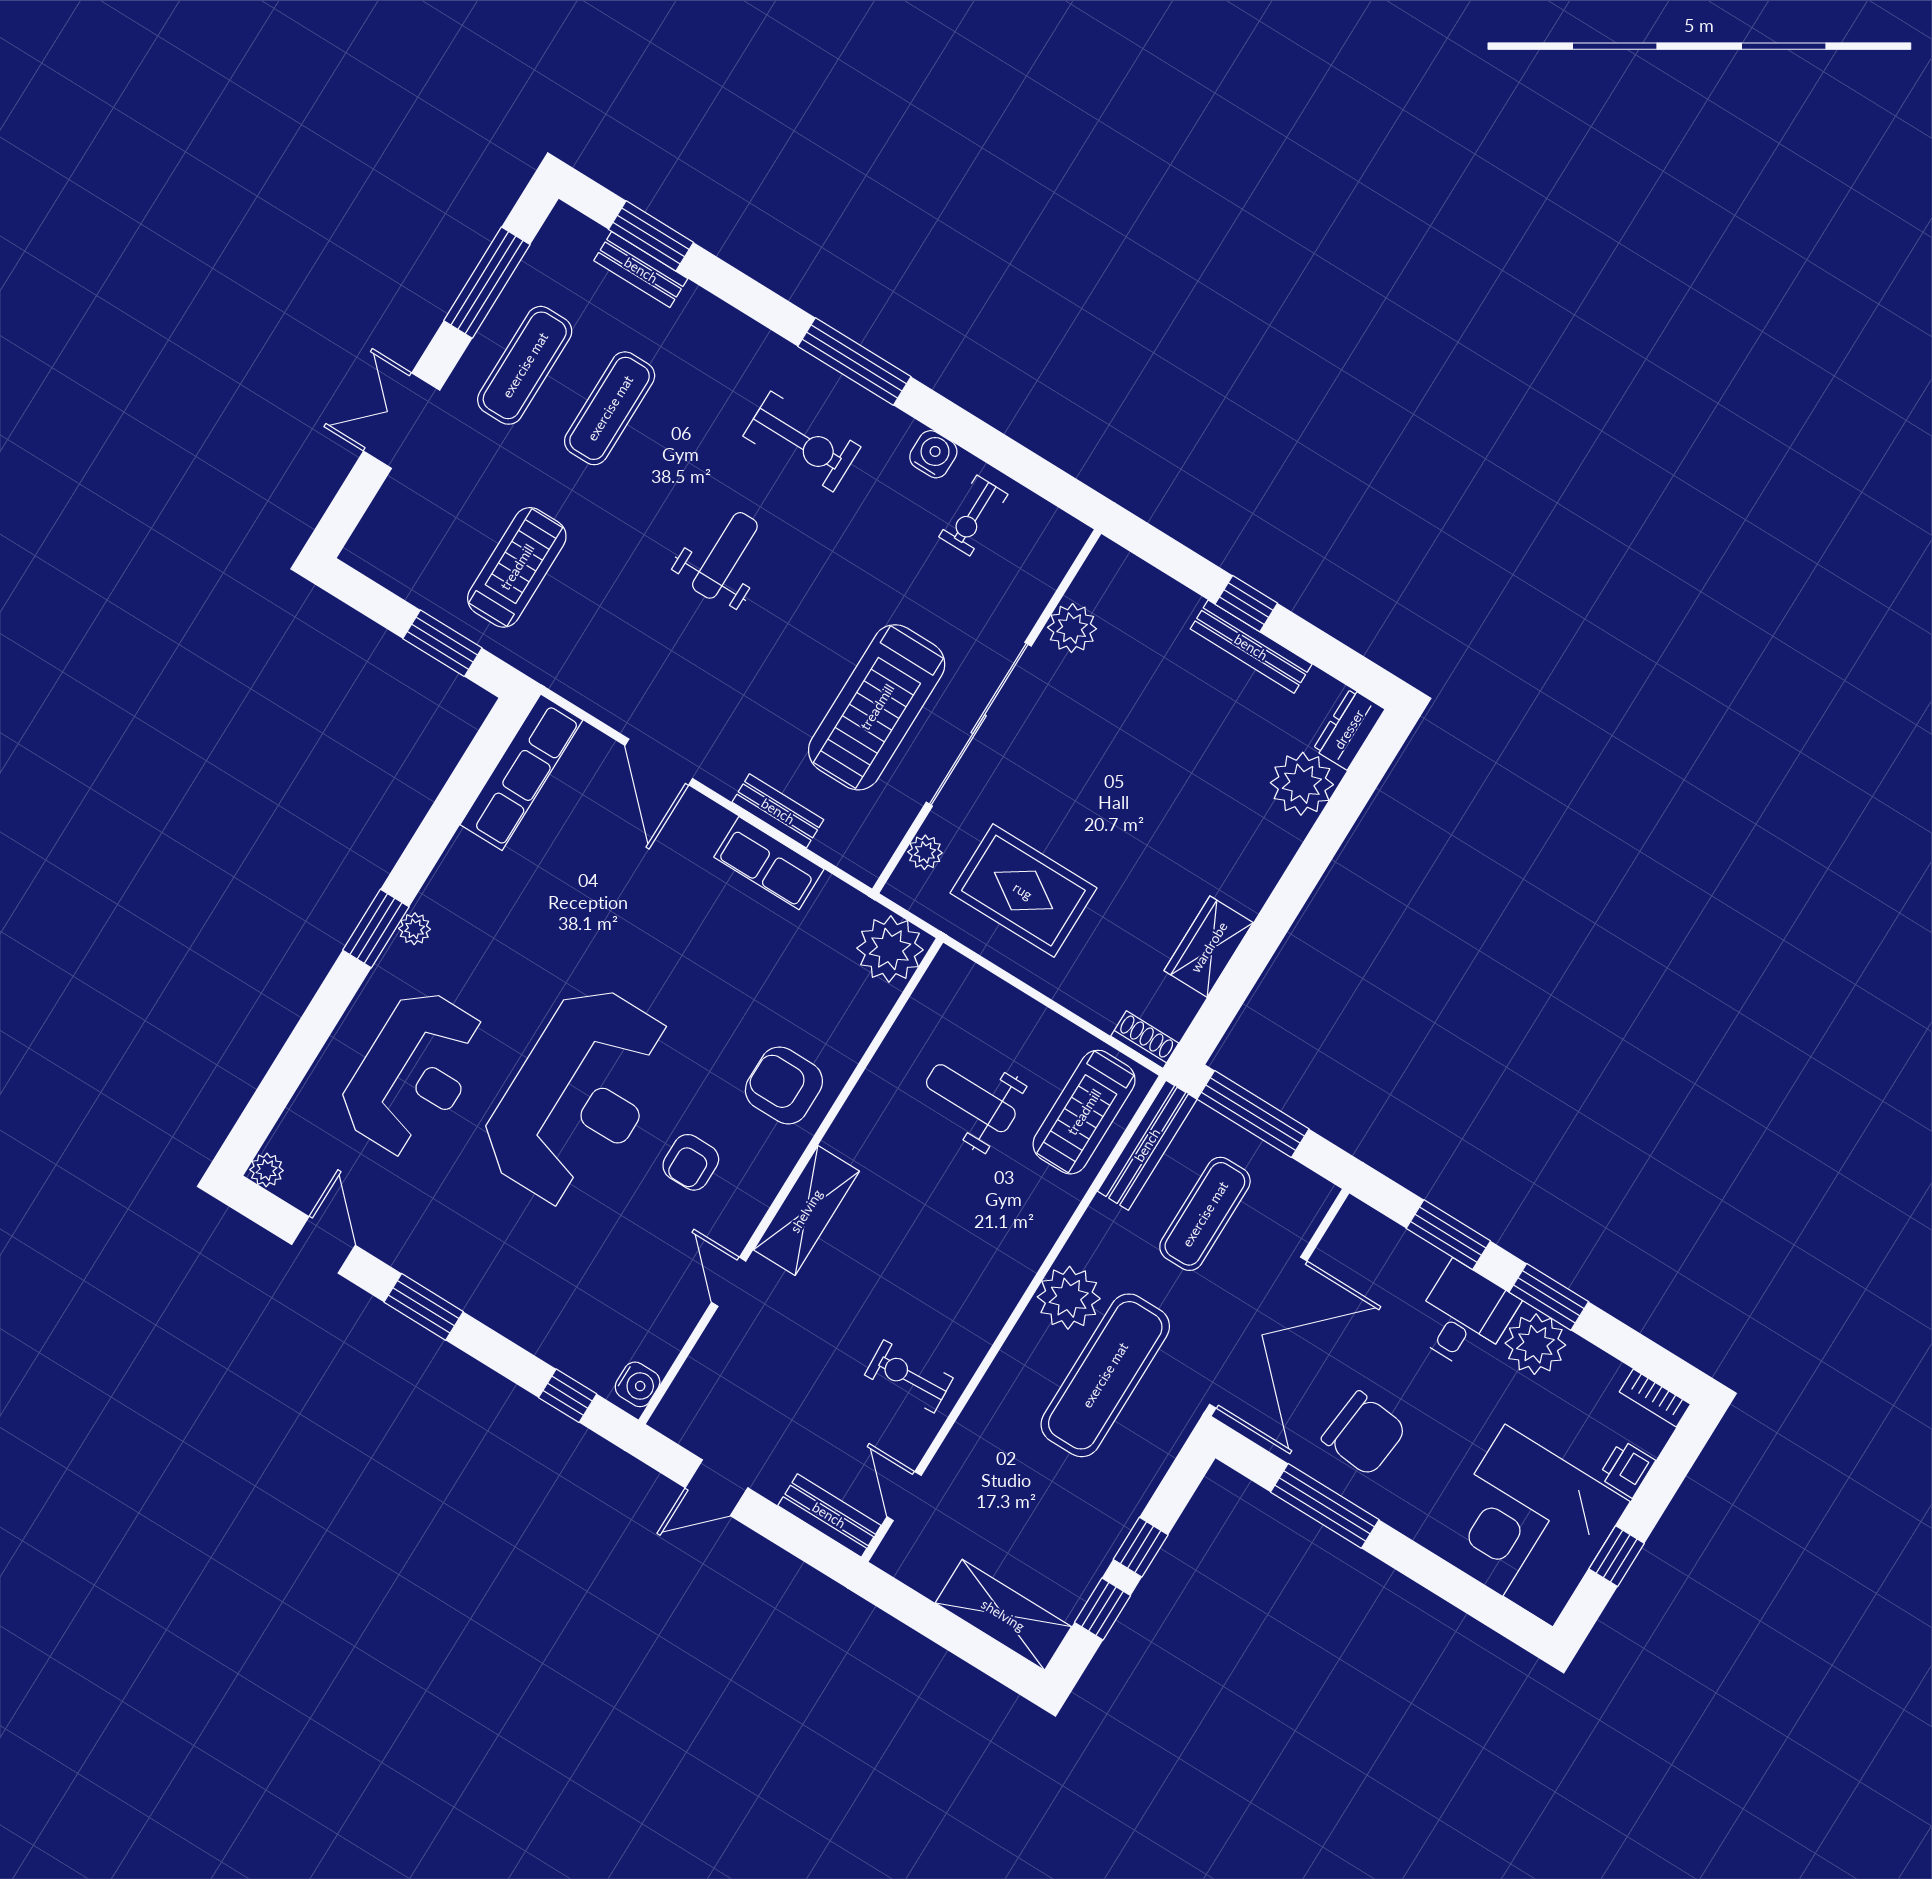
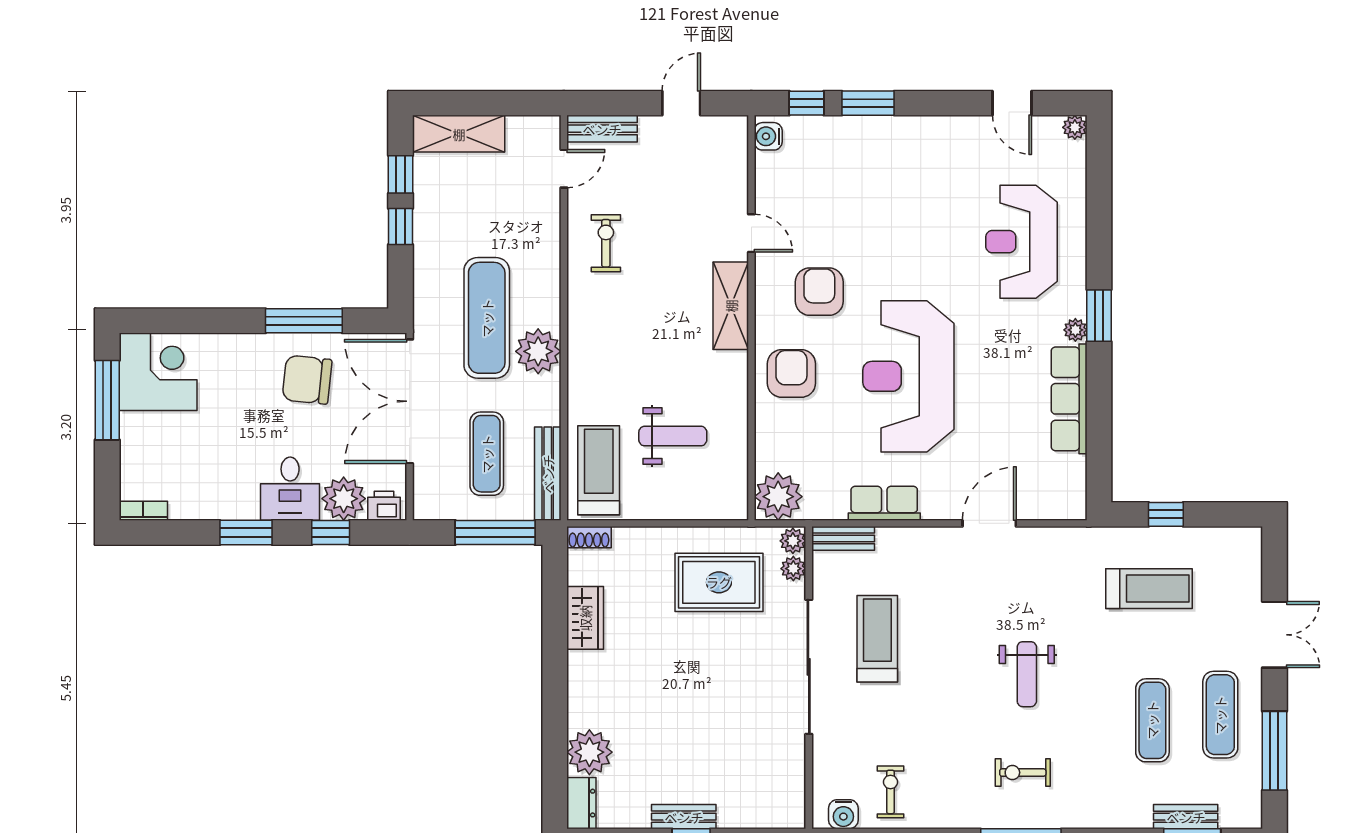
exercise bike: (802, 441) -> (1023, 773), width x0.73, depth x0.72
water cooler: (933, 454) -> (843, 814), moved
treadmill: (517, 567) -> (1149, 589), turned -90
plant: (1072, 628) -> (793, 541), moved, width x0.73, depth x0.73
window: (442, 643) -> (1166, 514), width x0.67
bench: (1251, 647) -> (684, 817), width x0.73
treadmill: (877, 707) -> (877, 639), width x0.73, depth x0.73
door: (659, 762) -> (989, 523), hinge flipped
row of seats: (521, 772) -> (1069, 399), moved
bench: (778, 811) -> (843, 538), moved
armchair: (784, 1085) -> (791, 373), turned -90
reception desk: (579, 1096) -> (908, 376), moved
armchair: (691, 1162) -> (819, 292), width x1.38, depth x1.38
window: (1448, 1235) -> (331, 533), width x0.67
window: (424, 1307) -> (868, 103), moved
plant: (1535, 1344) -> (344, 499), moved
exercise bike: (909, 1376) -> (606, 243), turned -87
printer: (1627, 1469) -> (384, 506), moved, turned -90
door: (904, 1496) -> (564, 169), hinge flipped
corner desk: (1529, 1525) -> (158, 372), width x0.74, depth x0.74
window: (1617, 1556) -> (107, 400), width x2.17

